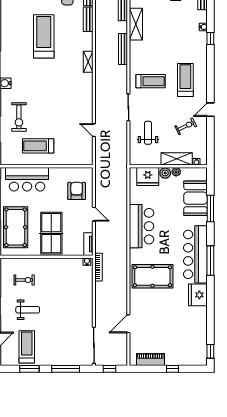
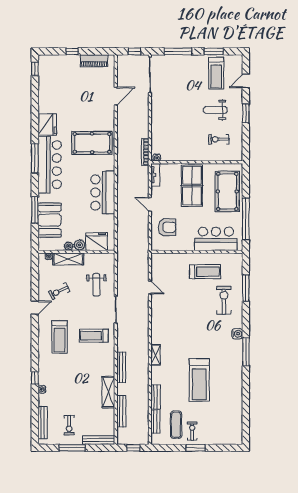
armchair: (77, 191) -> (167, 227), turned -90

